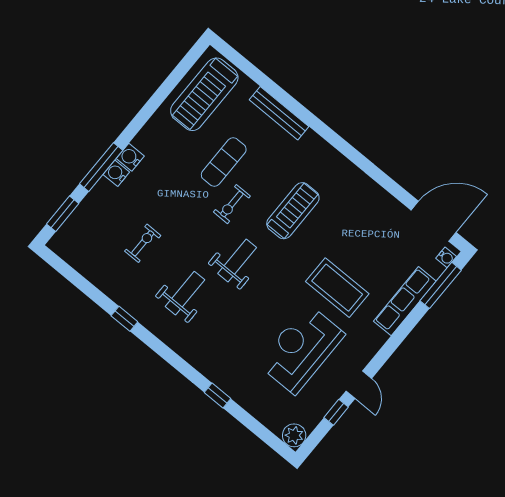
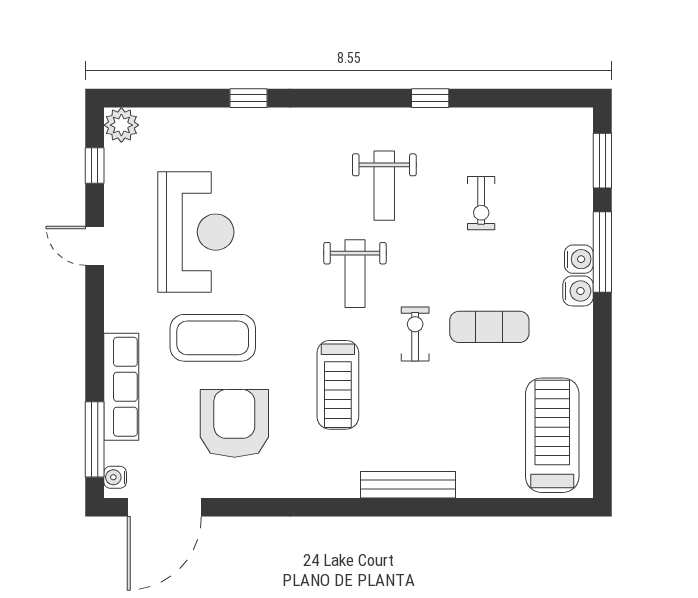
bench: (279, 113) -> (408, 485), moved
exercise mat: (224, 162) -> (489, 327), moved, turned 90
armchair: (362, 235) -> (234, 423), added
window: (336, 412) -> (95, 165), moved

